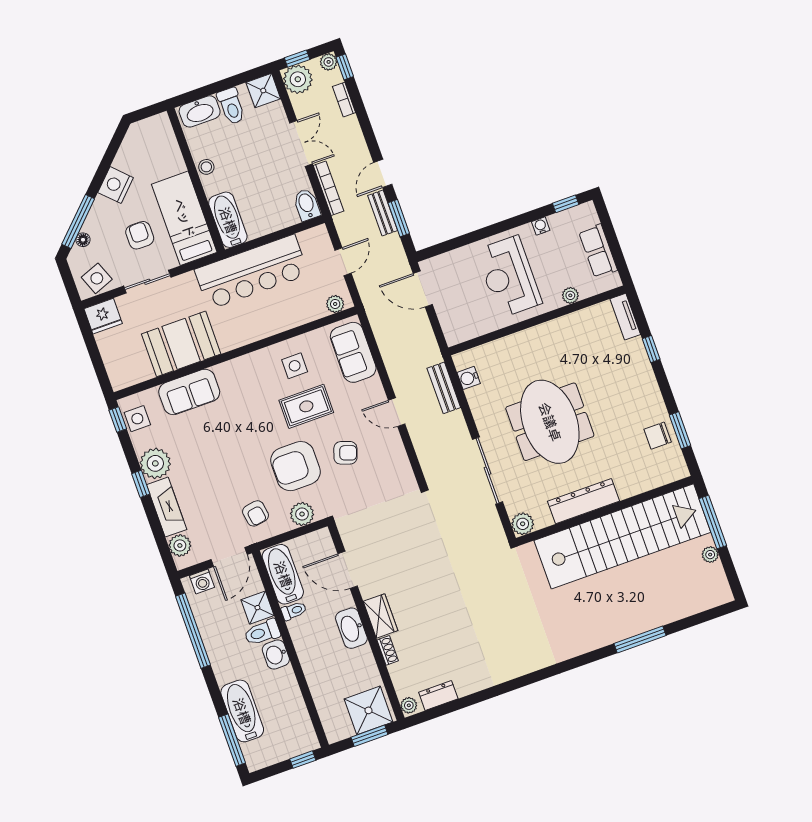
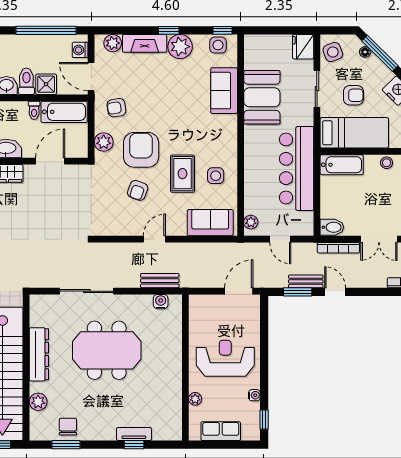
tv unit: (625, 317) -> (134, 434), moved
plant: (523, 524) -> (38, 402), moved

